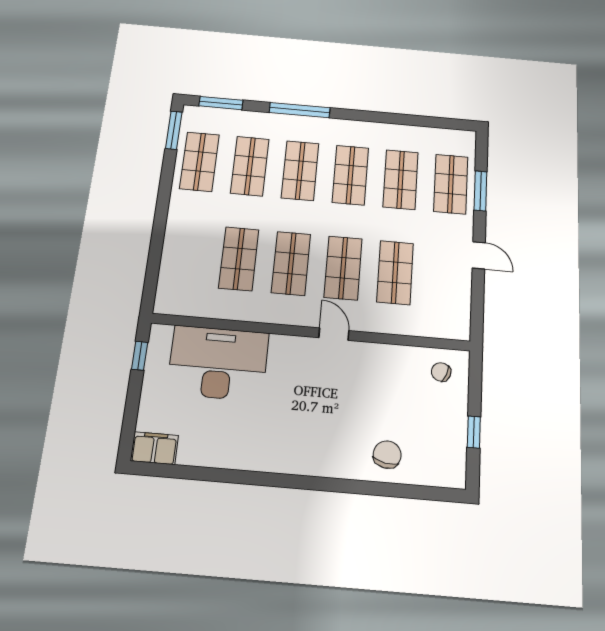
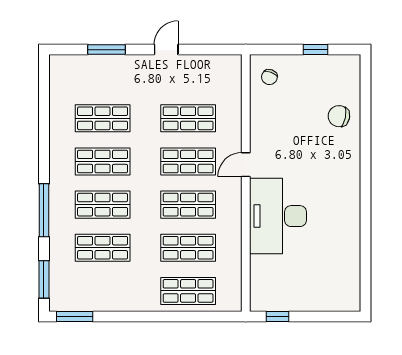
shop shelf: (199, 162) -> (188, 291), moved
shop shelf: (451, 184) -> (103, 75), removed
desk: (218, 363) -> (278, 216), moved
filing cabinet: (154, 448) -> (349, 295), removed

